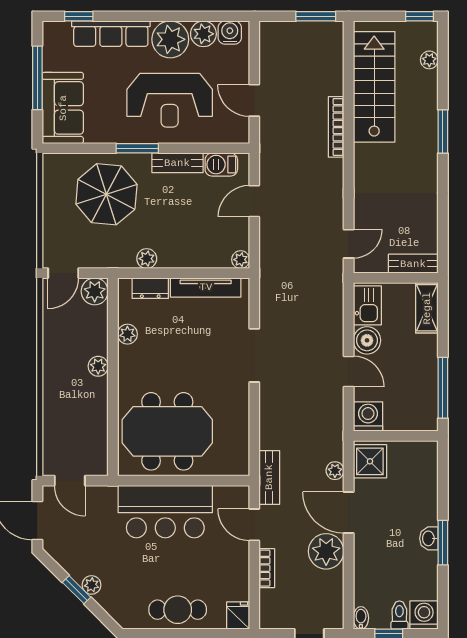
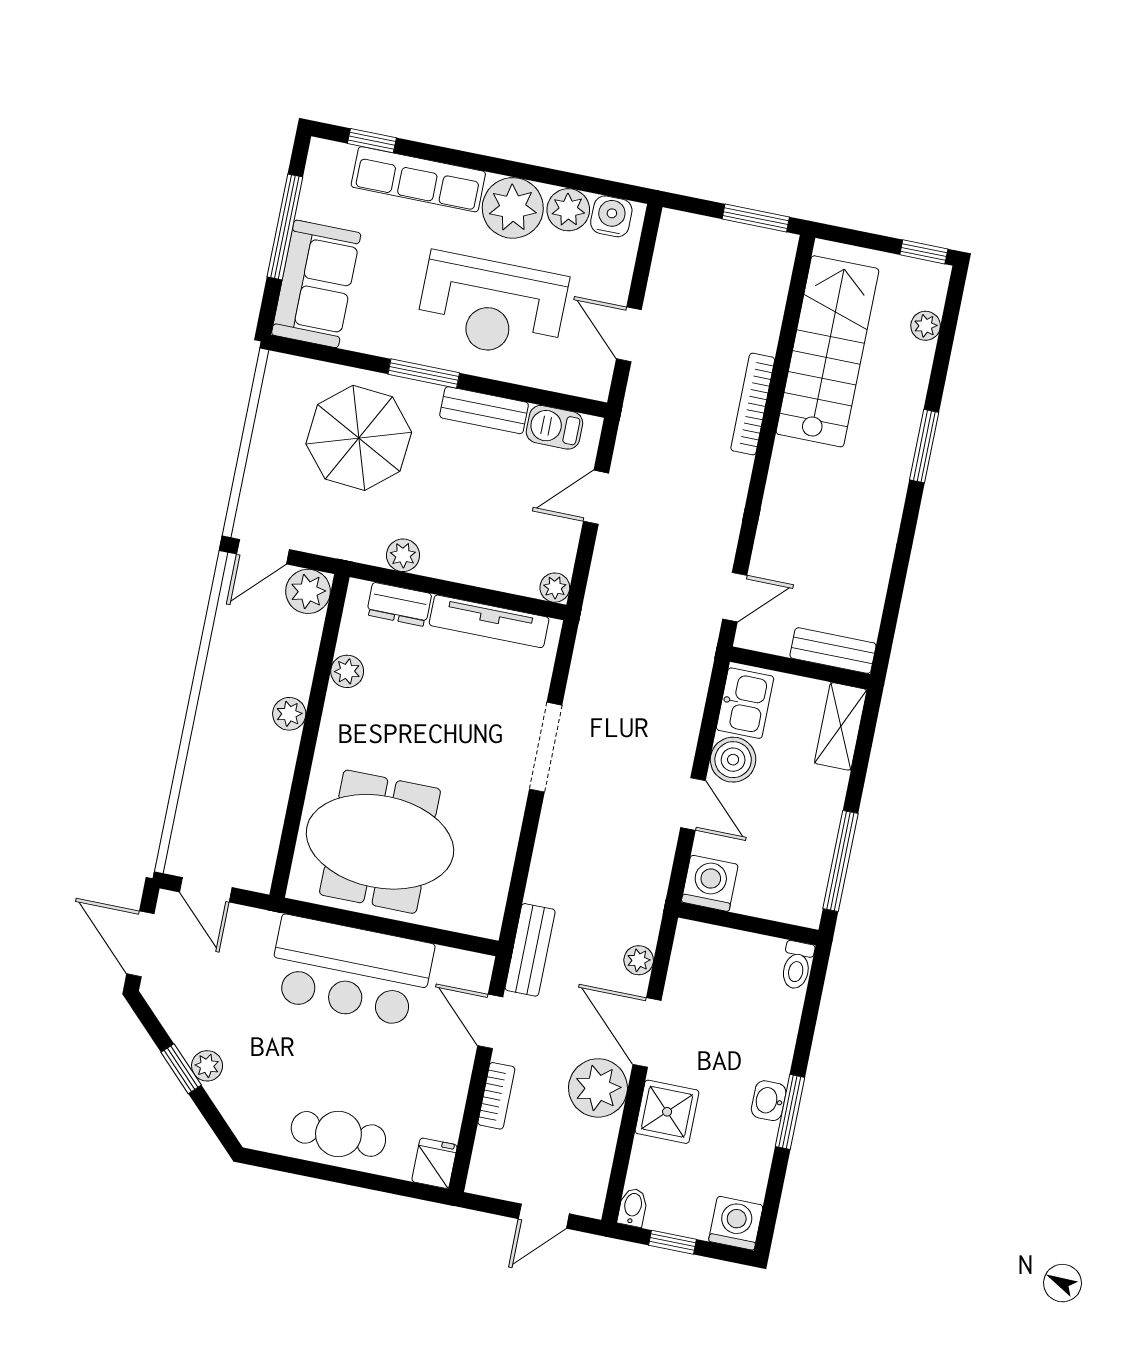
shower: (370, 461) -> (667, 1112), moved
toilet: (399, 615) -> (797, 965), moved, turned 180

